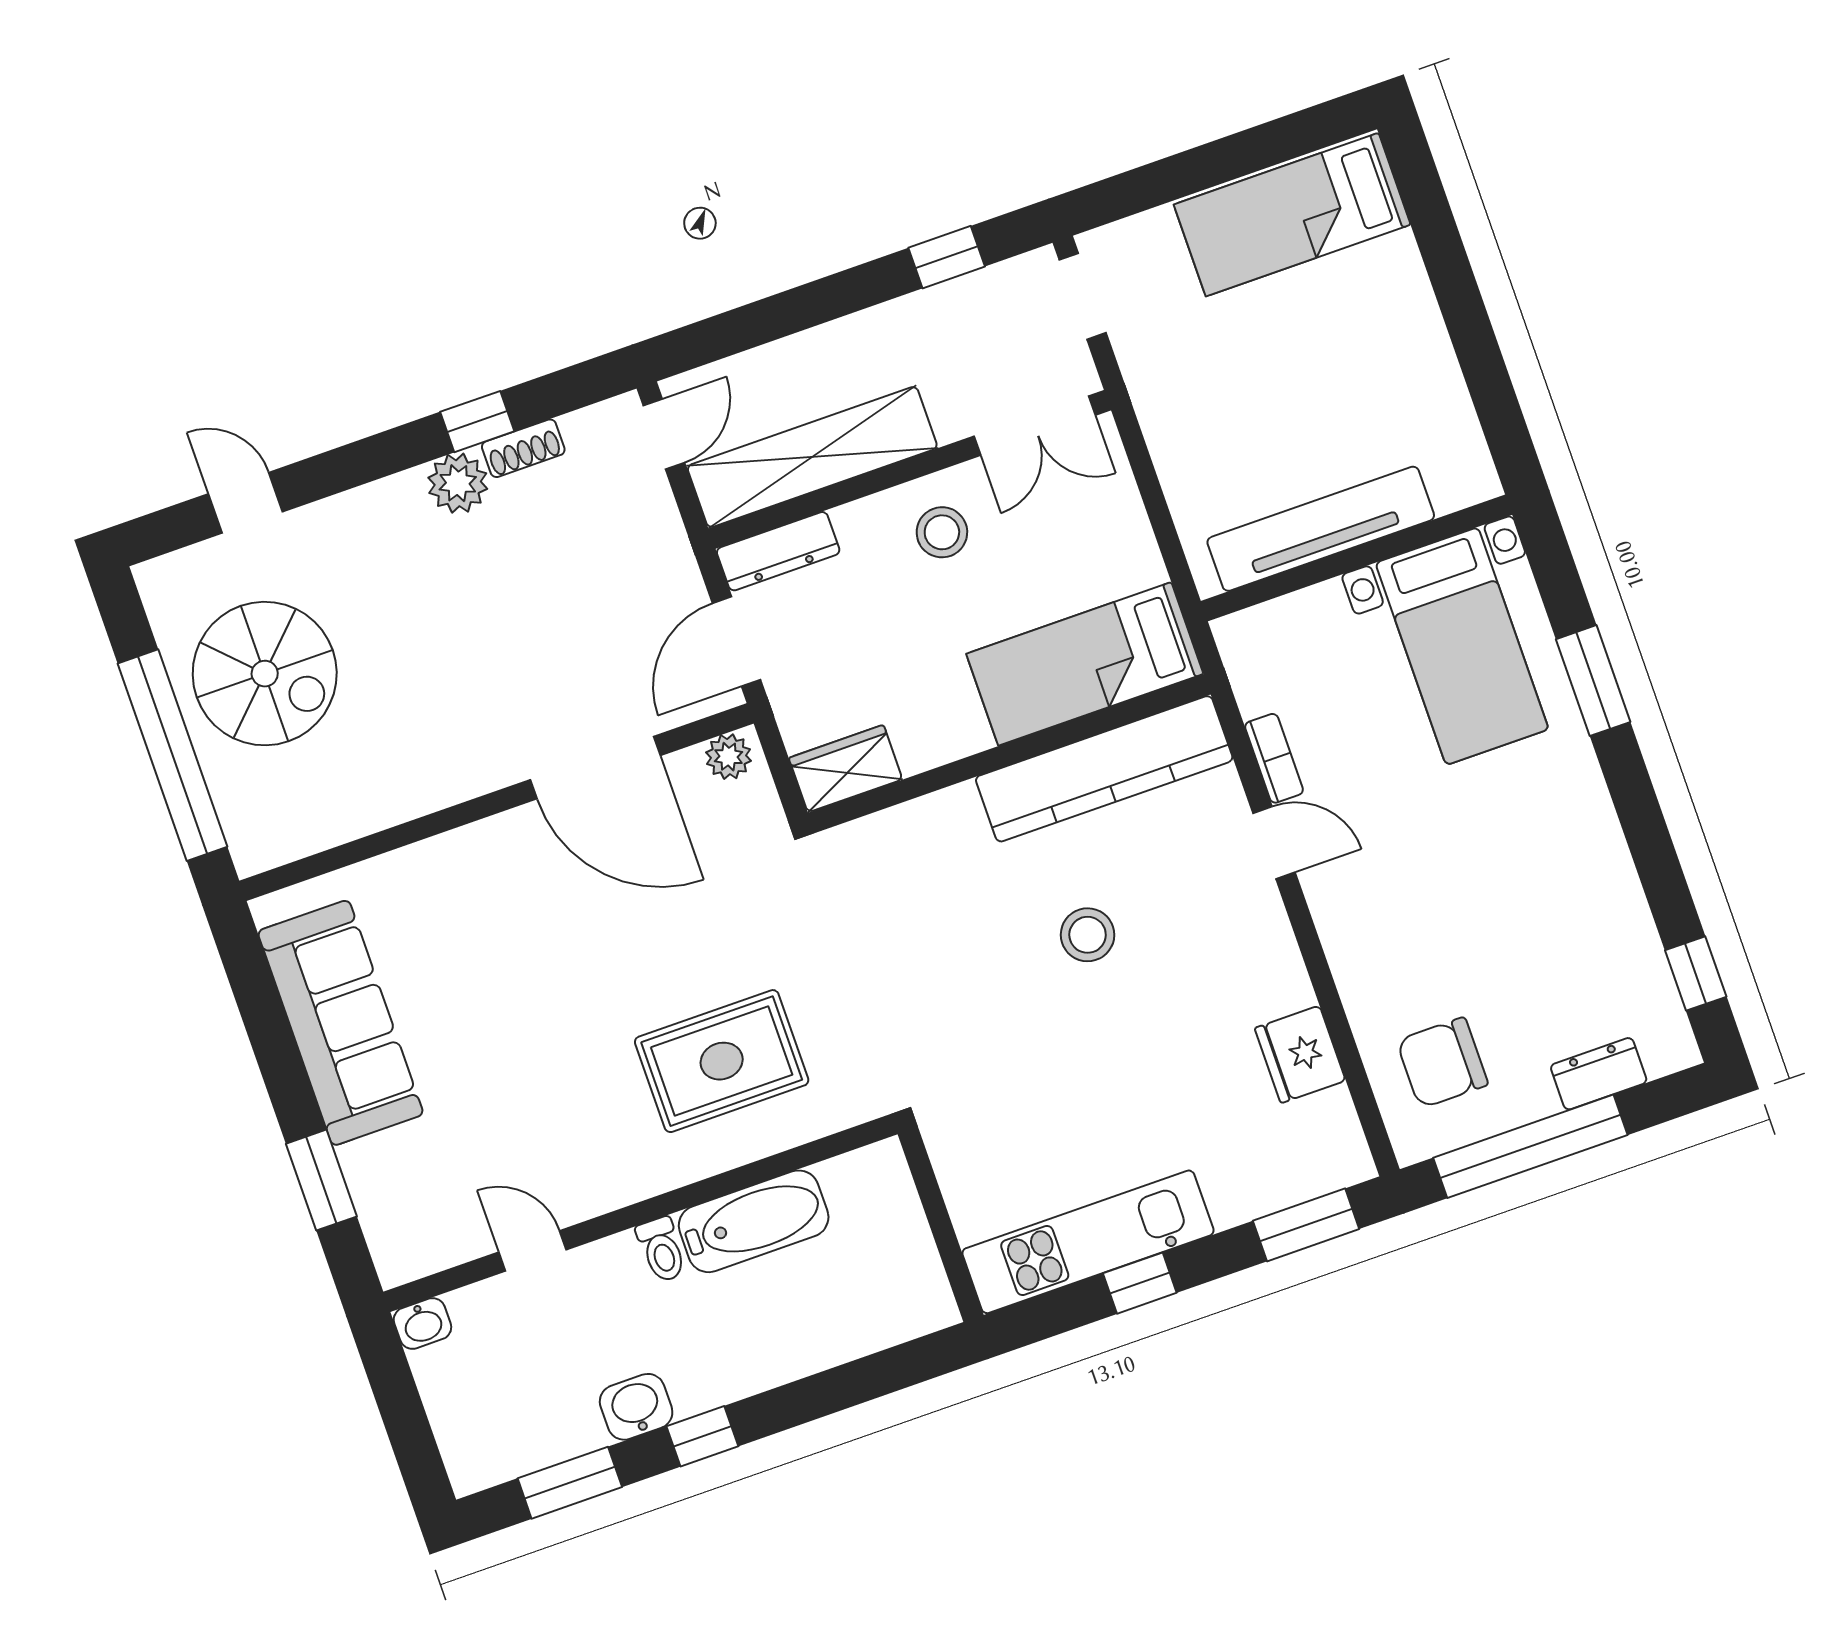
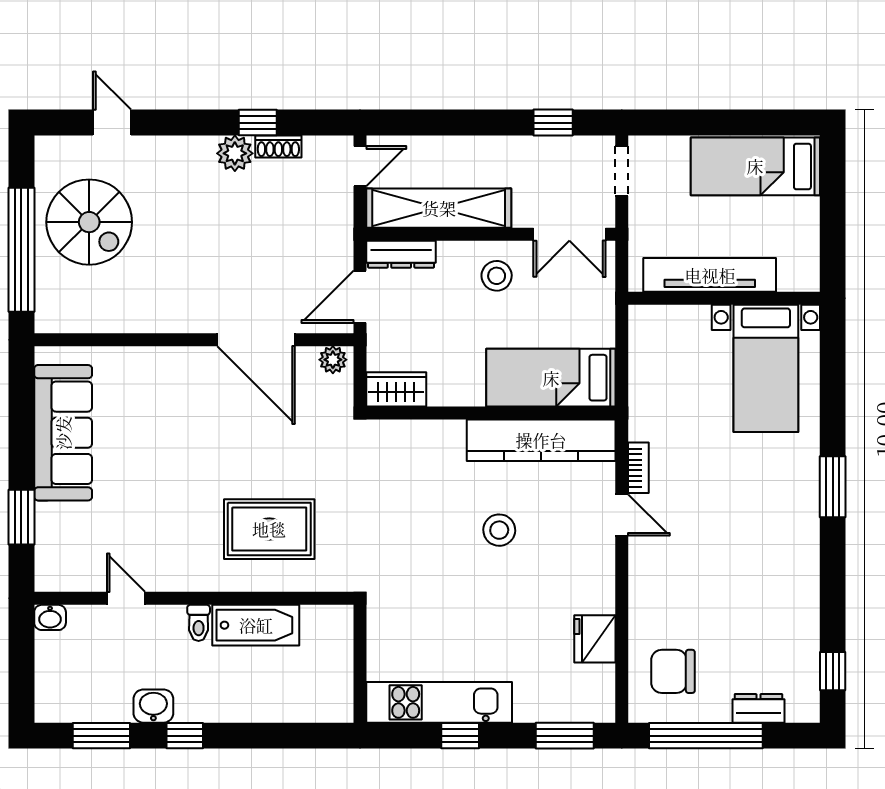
tv unit: (1321, 529) -> (710, 275), moved
wall: (1356, 558) -> (724, 298), moved
bed with nightstands: (1462, 646) -> (766, 368), moved

